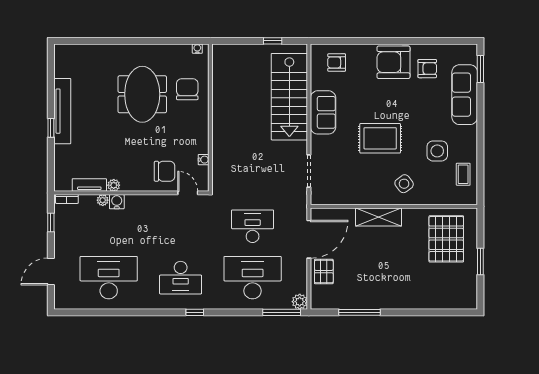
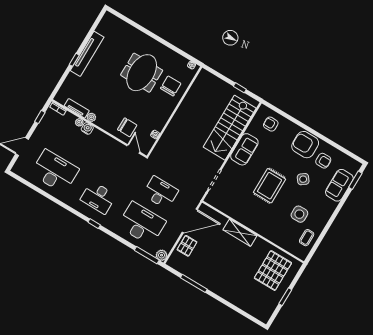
sofa: (465, 95) -> (339, 185), width x0.73
rug: (380, 138) -> (269, 186), turned 90
side table: (404, 184) -> (303, 179), moved

